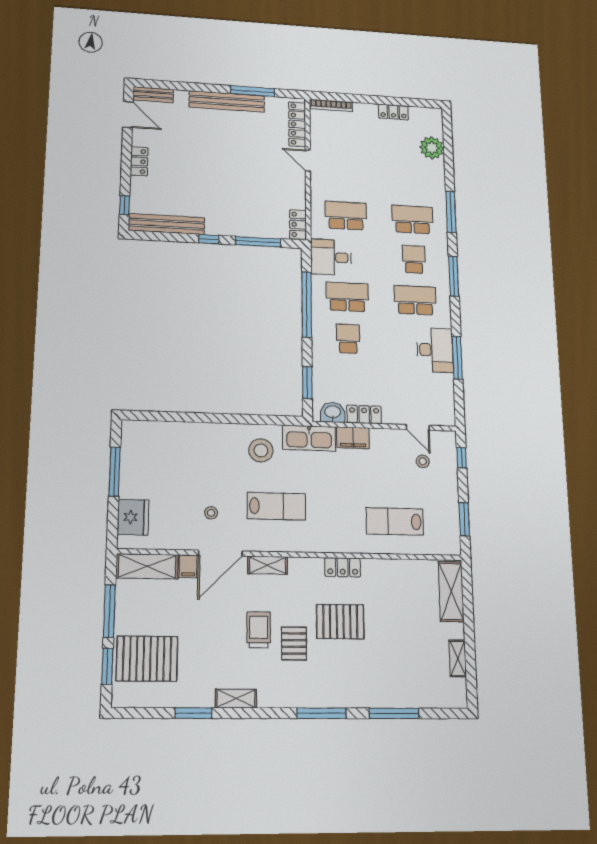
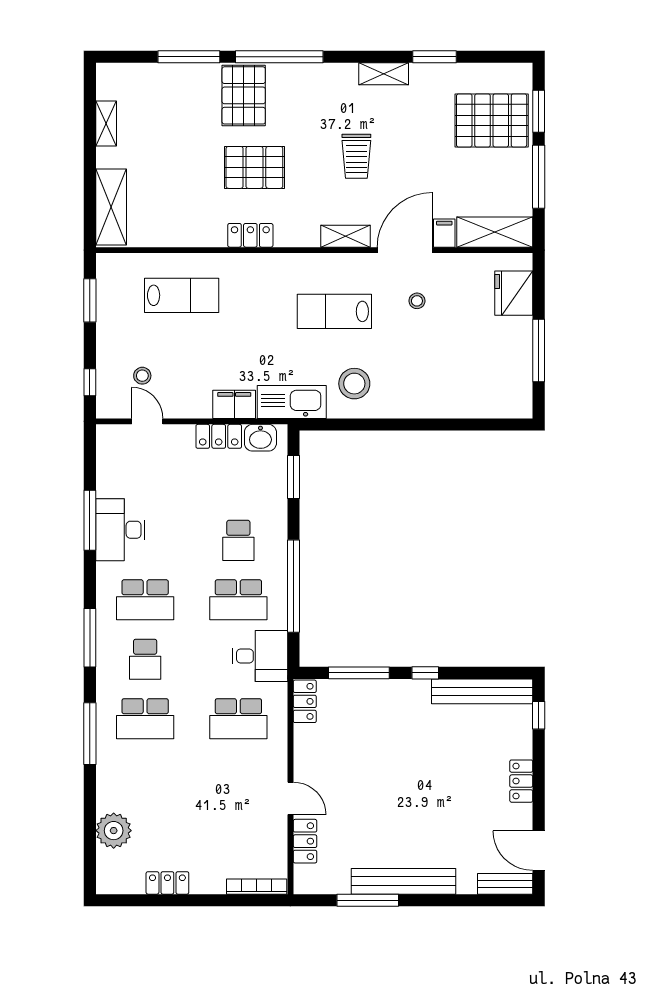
locker: (297, 124) -> (305, 841), width x0.66
pallet: (294, 643) -> (244, 95), moved, width x1.50, depth x1.42
window: (321, 713) -> (279, 57), width x1.46

